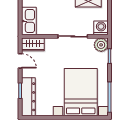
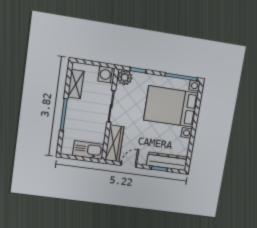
wardrobe: (33, 44) -> (114, 143), width x1.50

